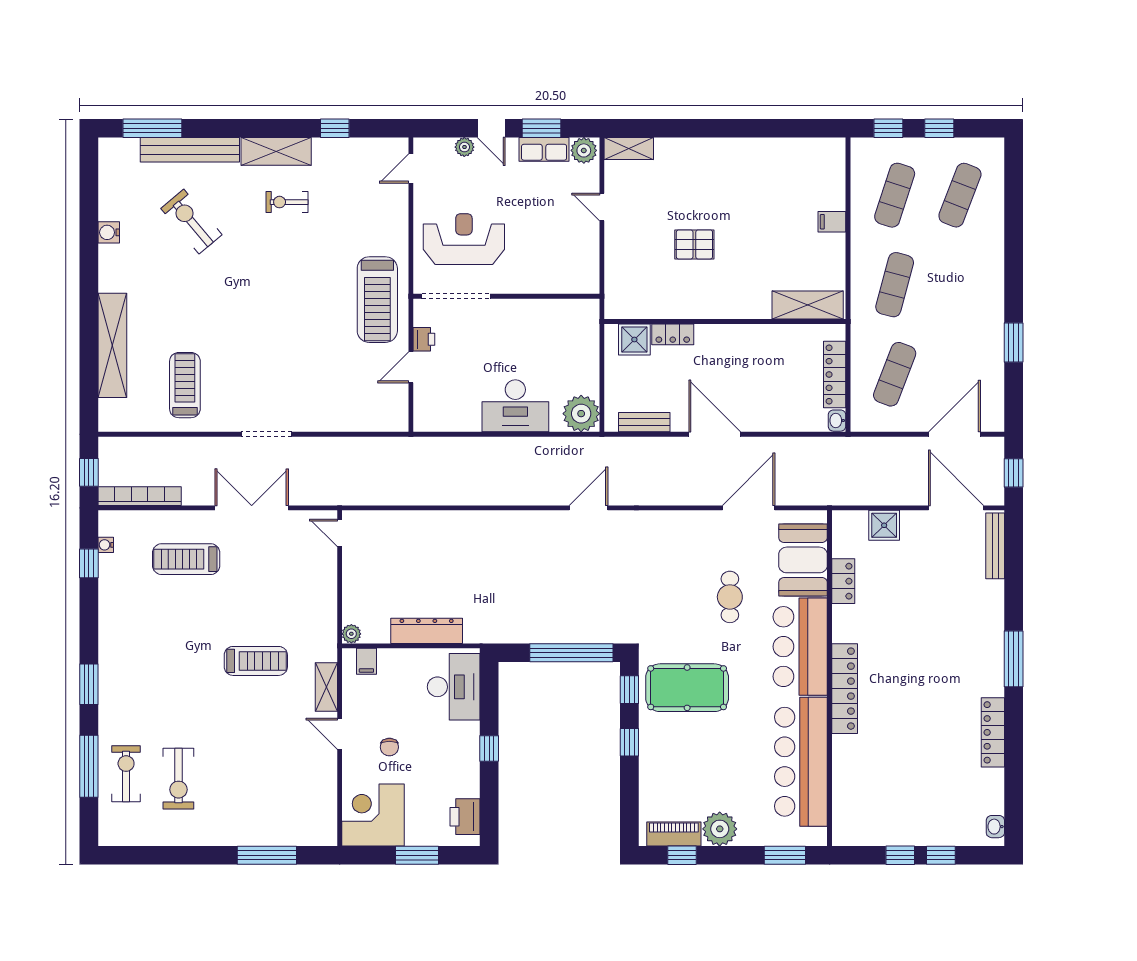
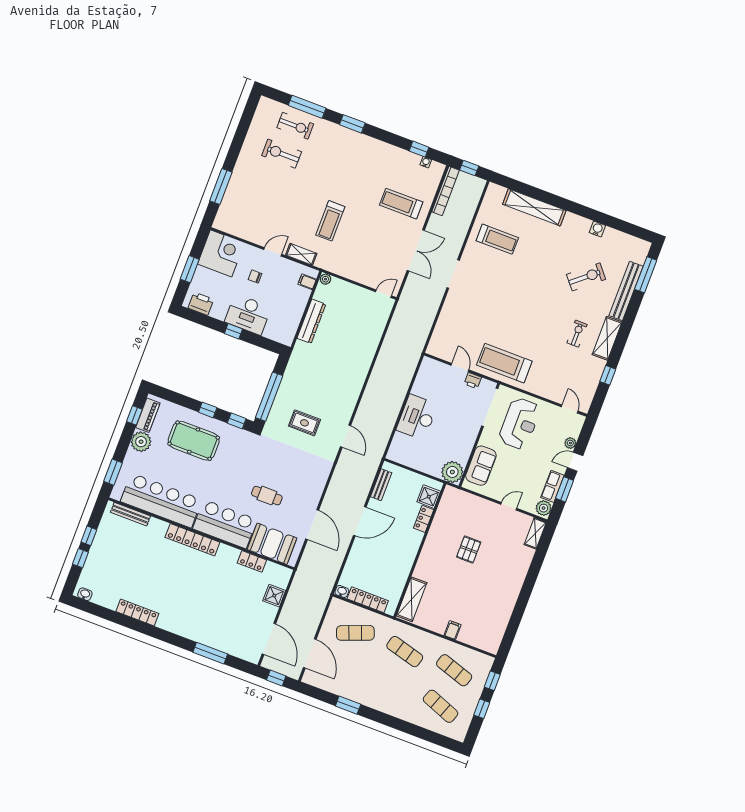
sofa: (554, 275) -> (481, 466), added
exercise mat: (895, 374) -> (355, 633), turned -42
plant: (581, 414) -> (452, 472), moved
door: (956, 508) -> (269, 639), hinge flipped
bench: (995, 546) -> (130, 514), moved
treadmill: (186, 559) -> (401, 204), turned -90
rug: (592, 581) -> (304, 423), added
window: (1014, 659) -> (210, 653), moved
desk: (454, 687) -> (248, 314), moved
pool table: (687, 688) -> (194, 441), moved, turned 90

